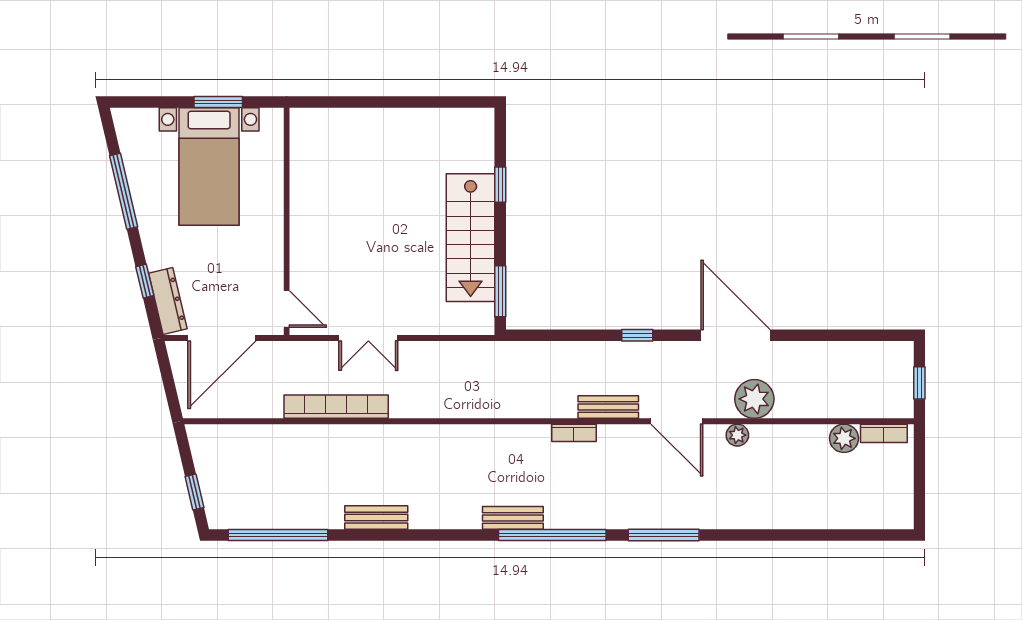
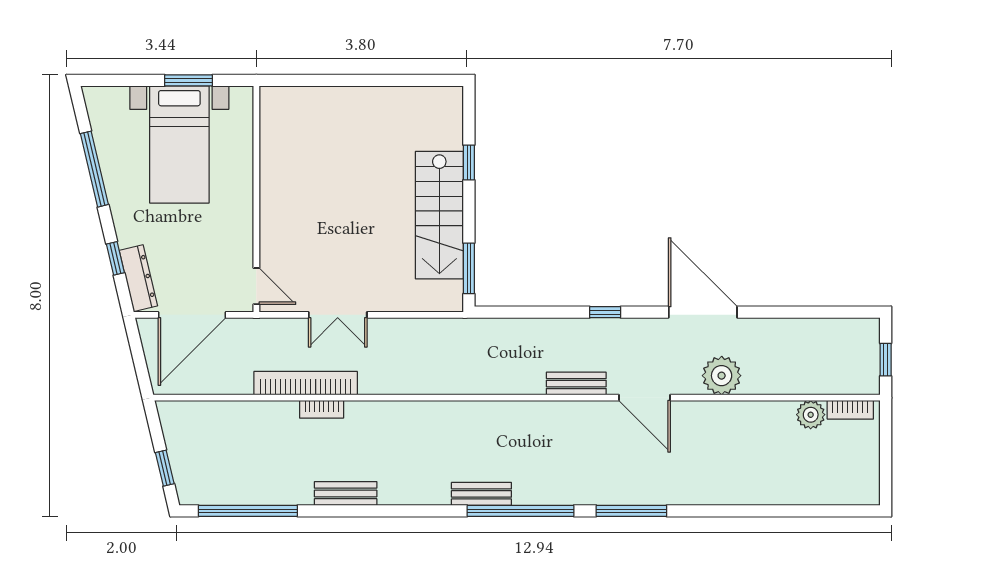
bookcase: (574, 433) -> (322, 409), moved
plant: (737, 435) -> (705, 412), removed

